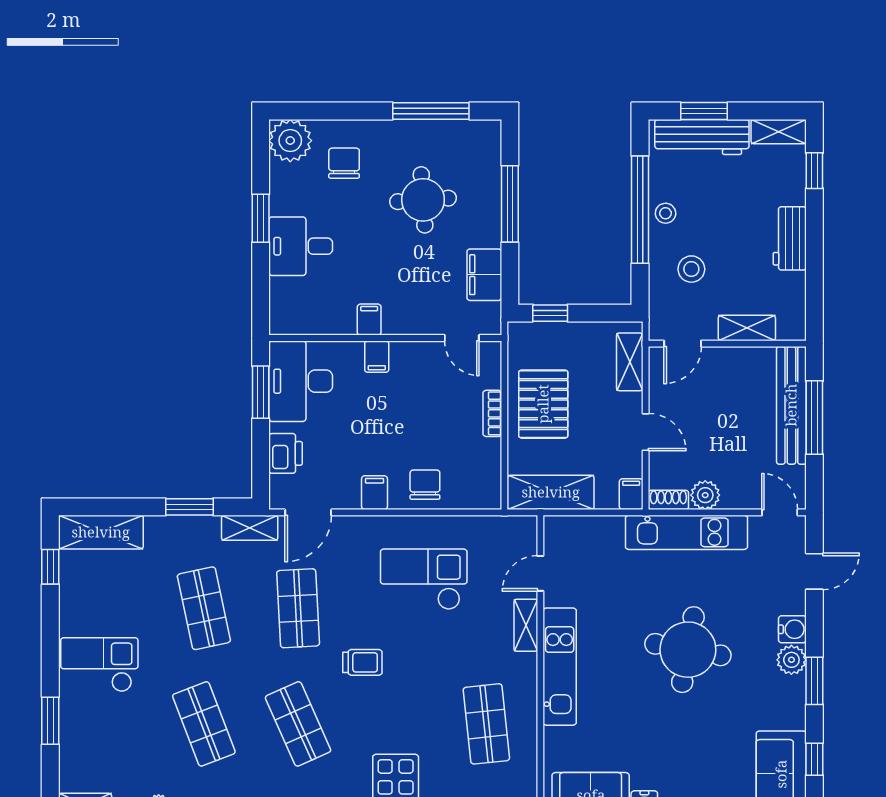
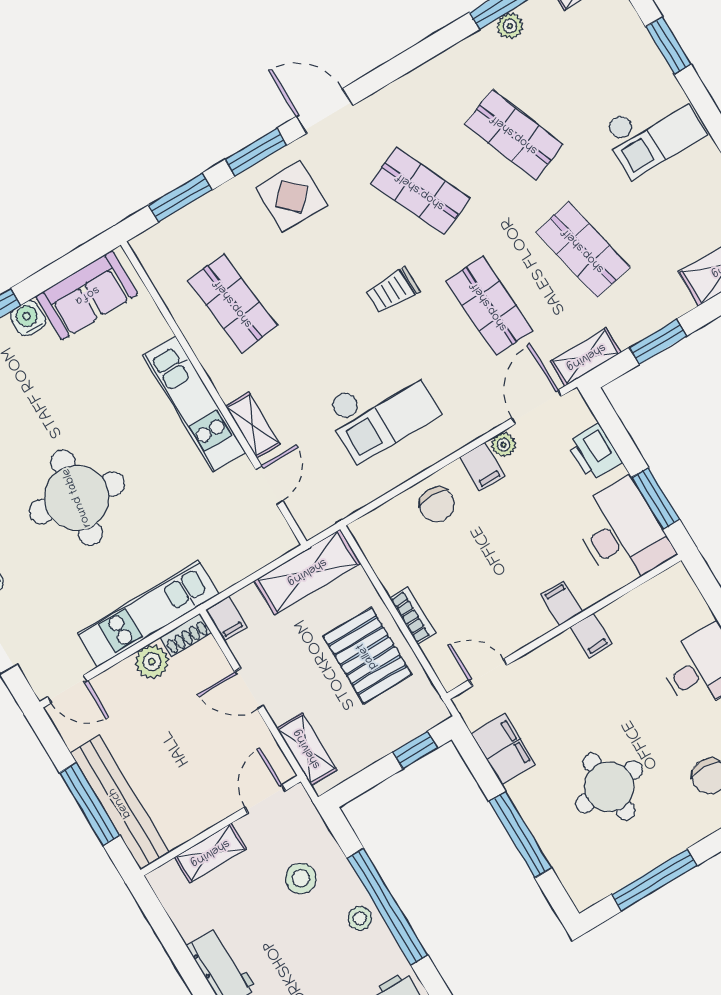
plant: (349, 499) -> (504, 445), added

